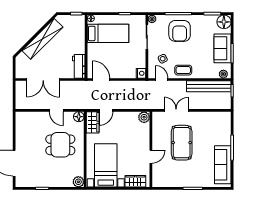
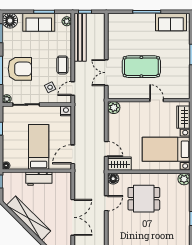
bed: (108, 33) -> (39, 147), moved
workbench: (79, 66) -> (39, 179), moved
dining table: (60, 145) -> (144, 199), turned 90
sofa: (223, 165) -> (171, 22), width x0.73

